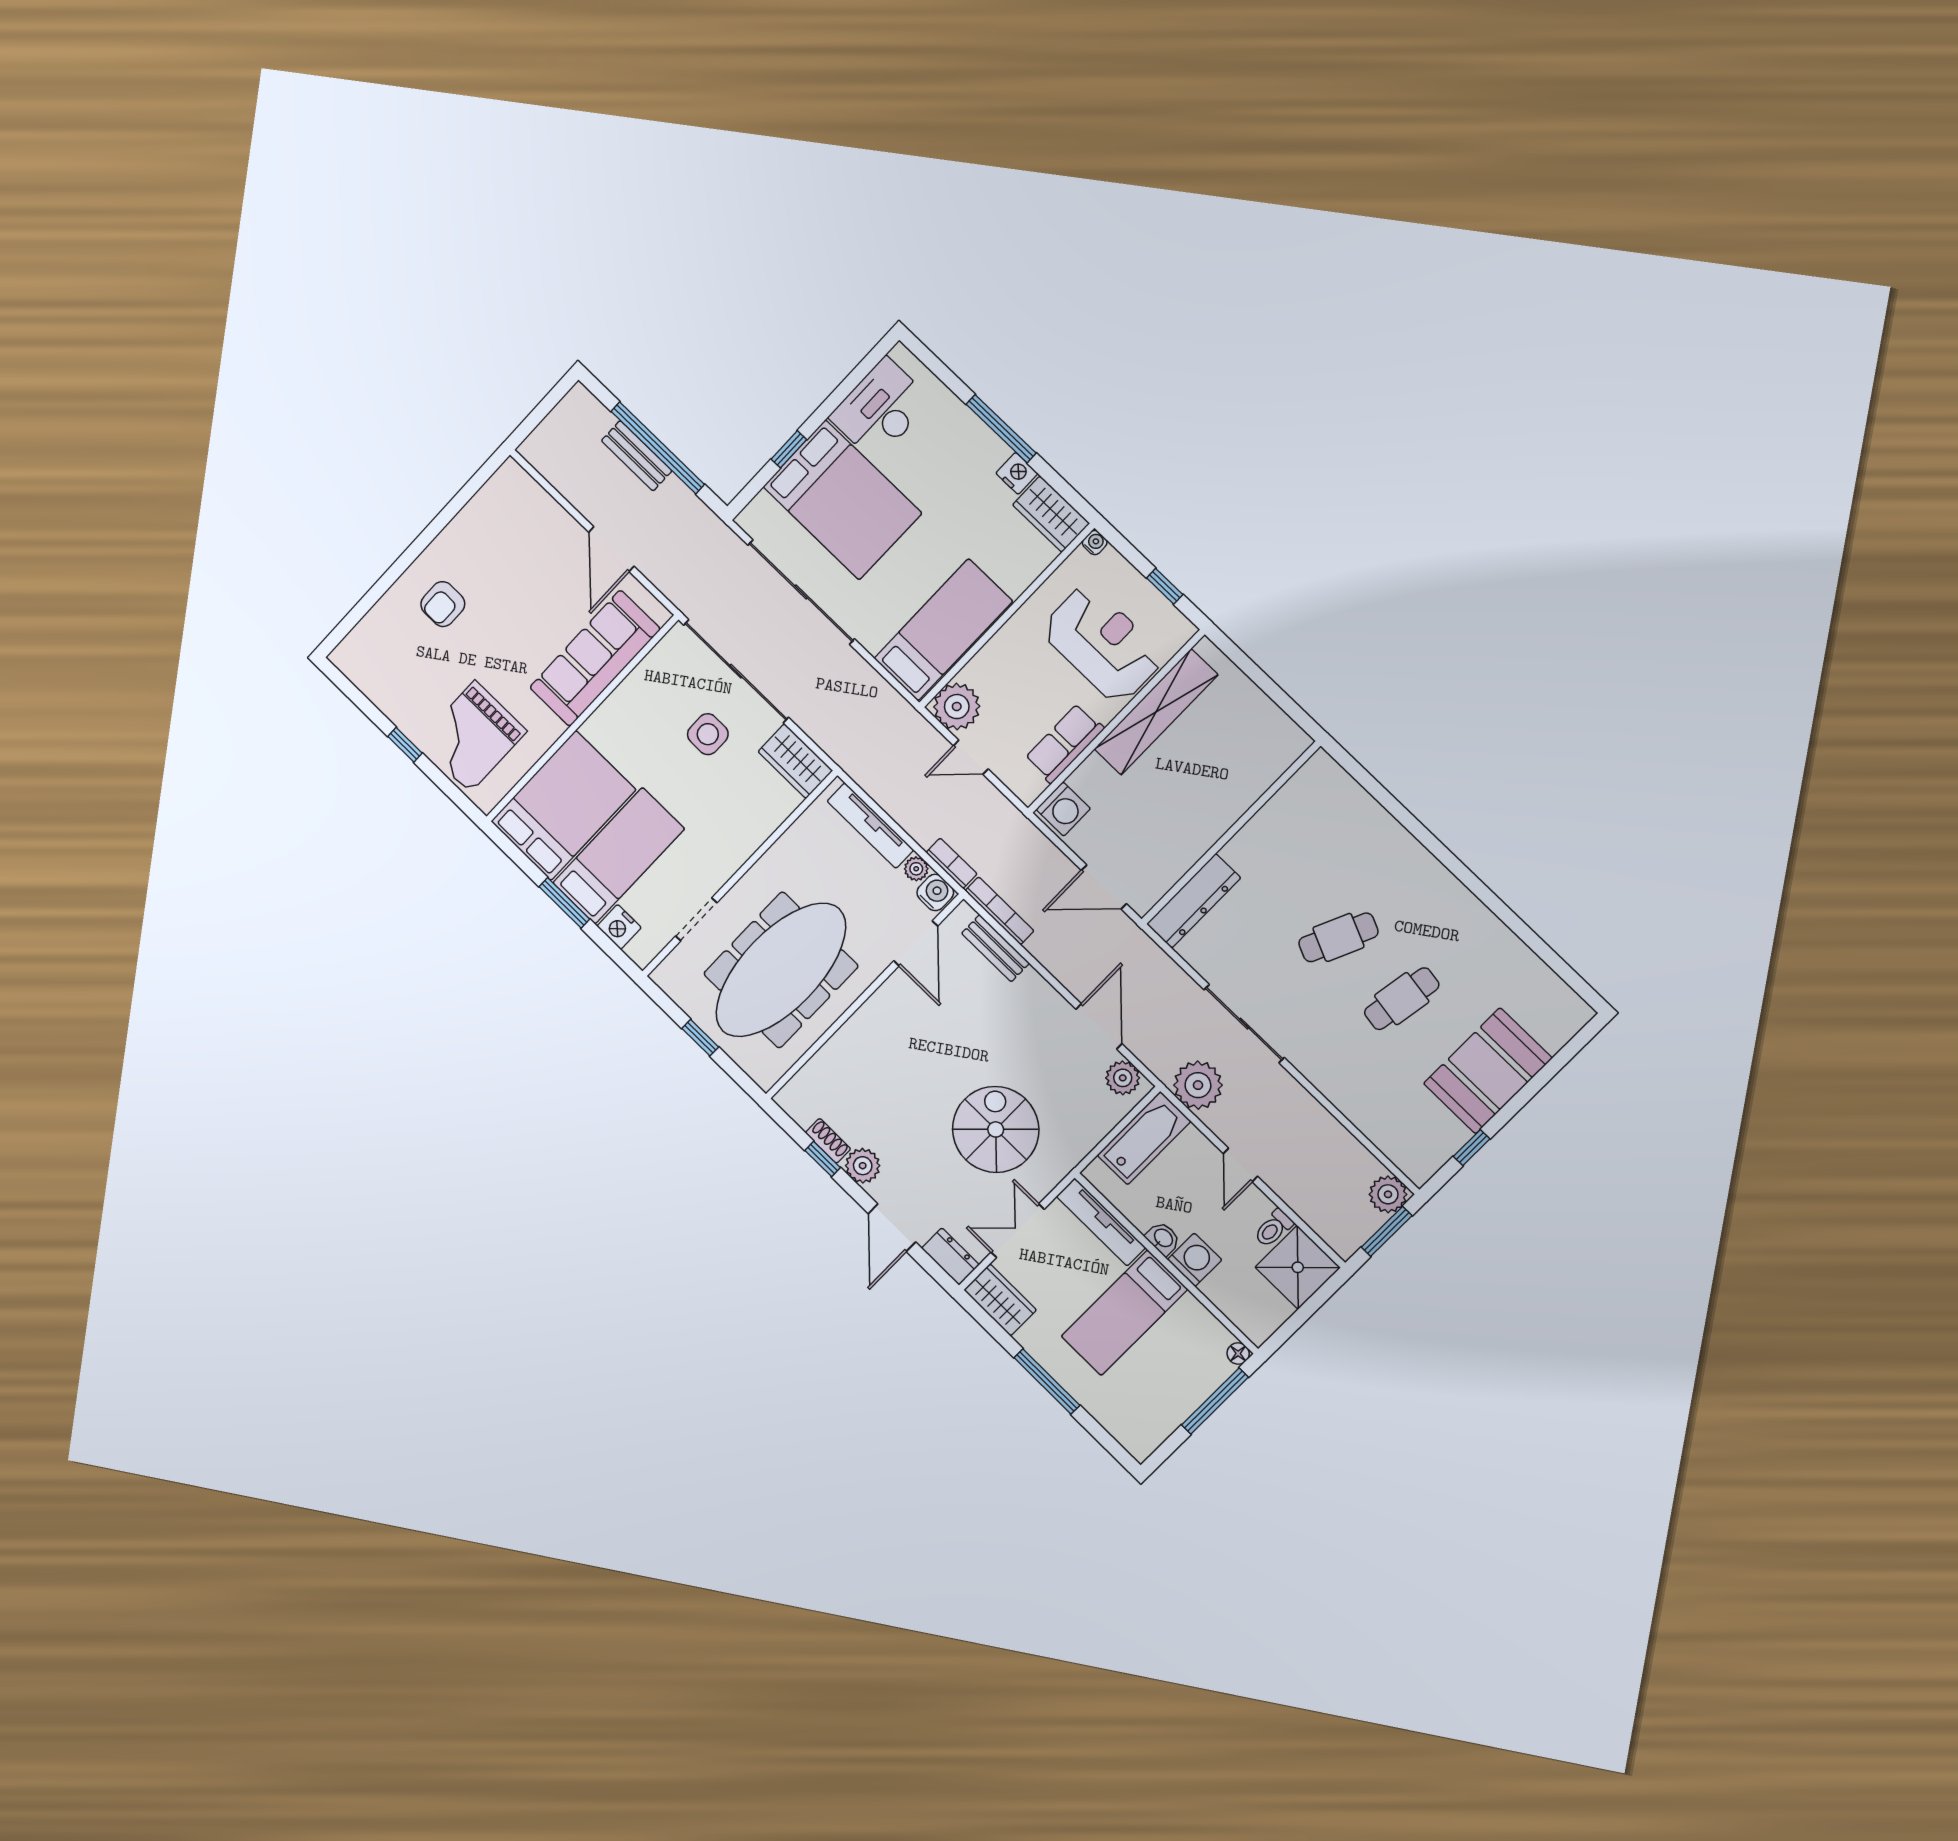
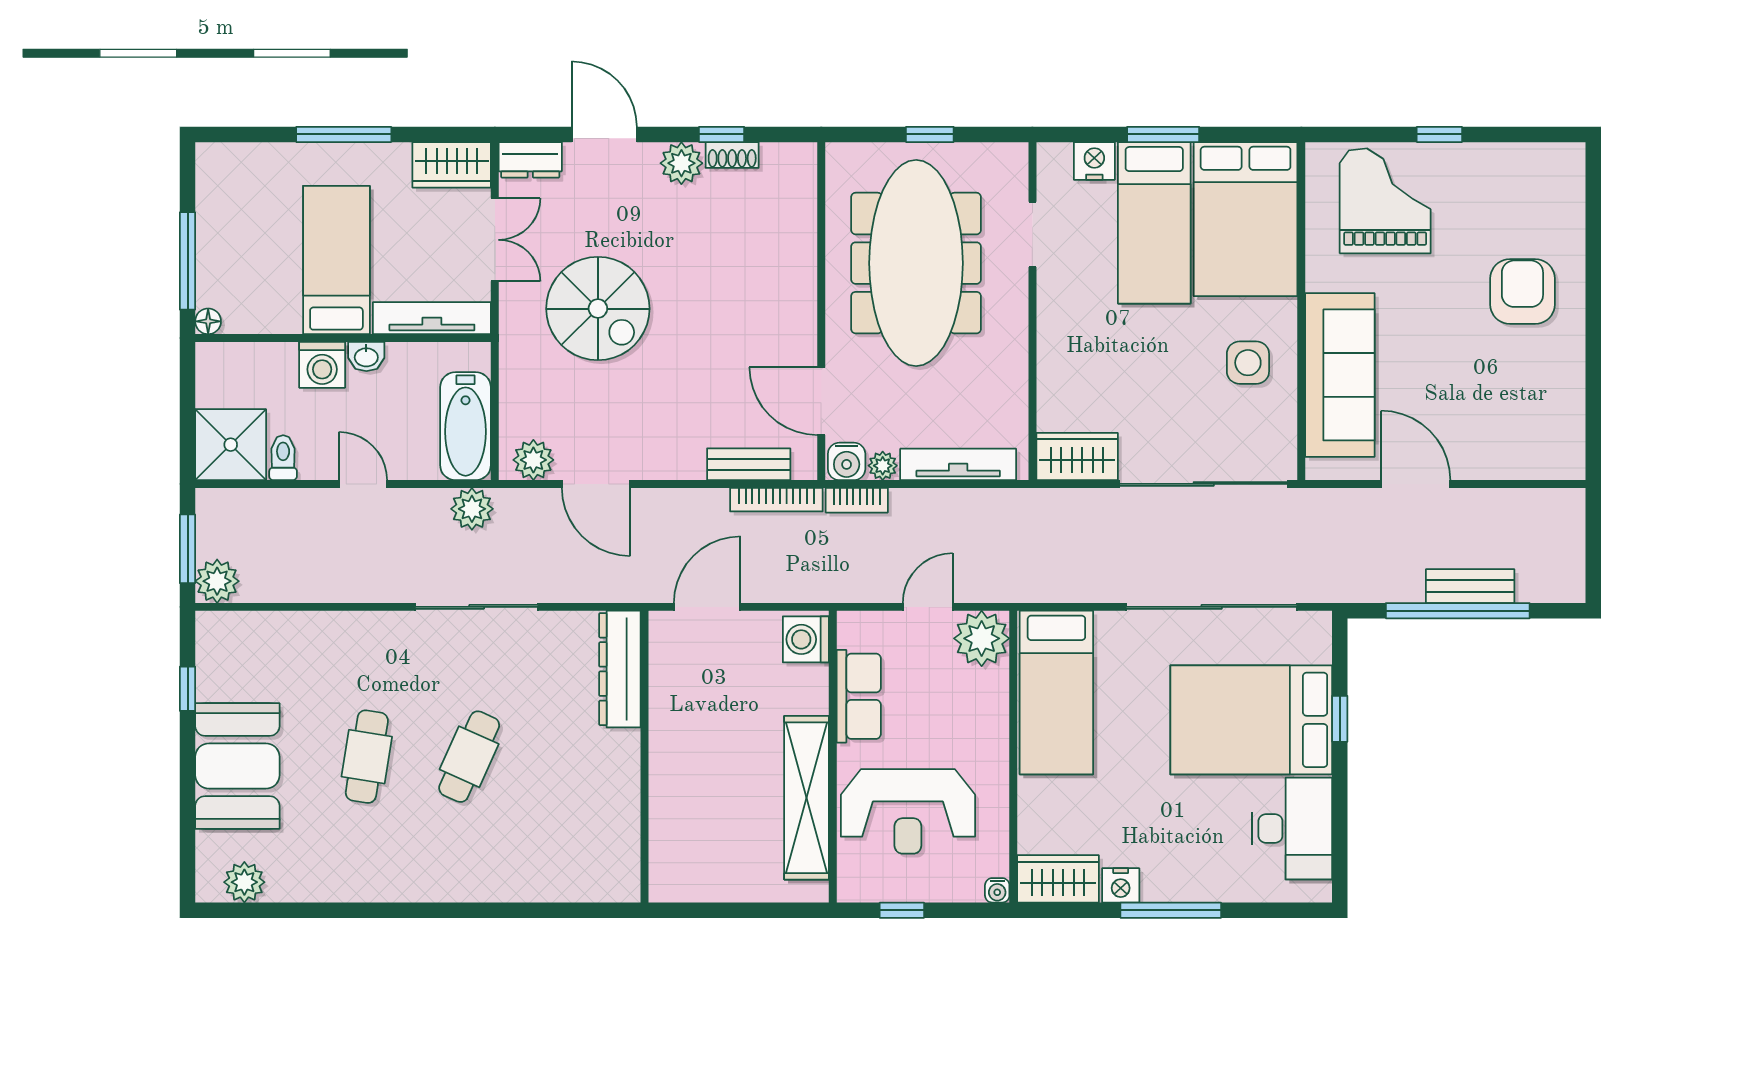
armchair: (443, 604) -> (1522, 291), width x1.38, depth x1.38
side table: (708, 734) -> (1248, 363), moved
plant: (1555, 996) -> (244, 882), added
plant: (1198, 1085) -> (472, 509), width x0.73, depth x0.73

